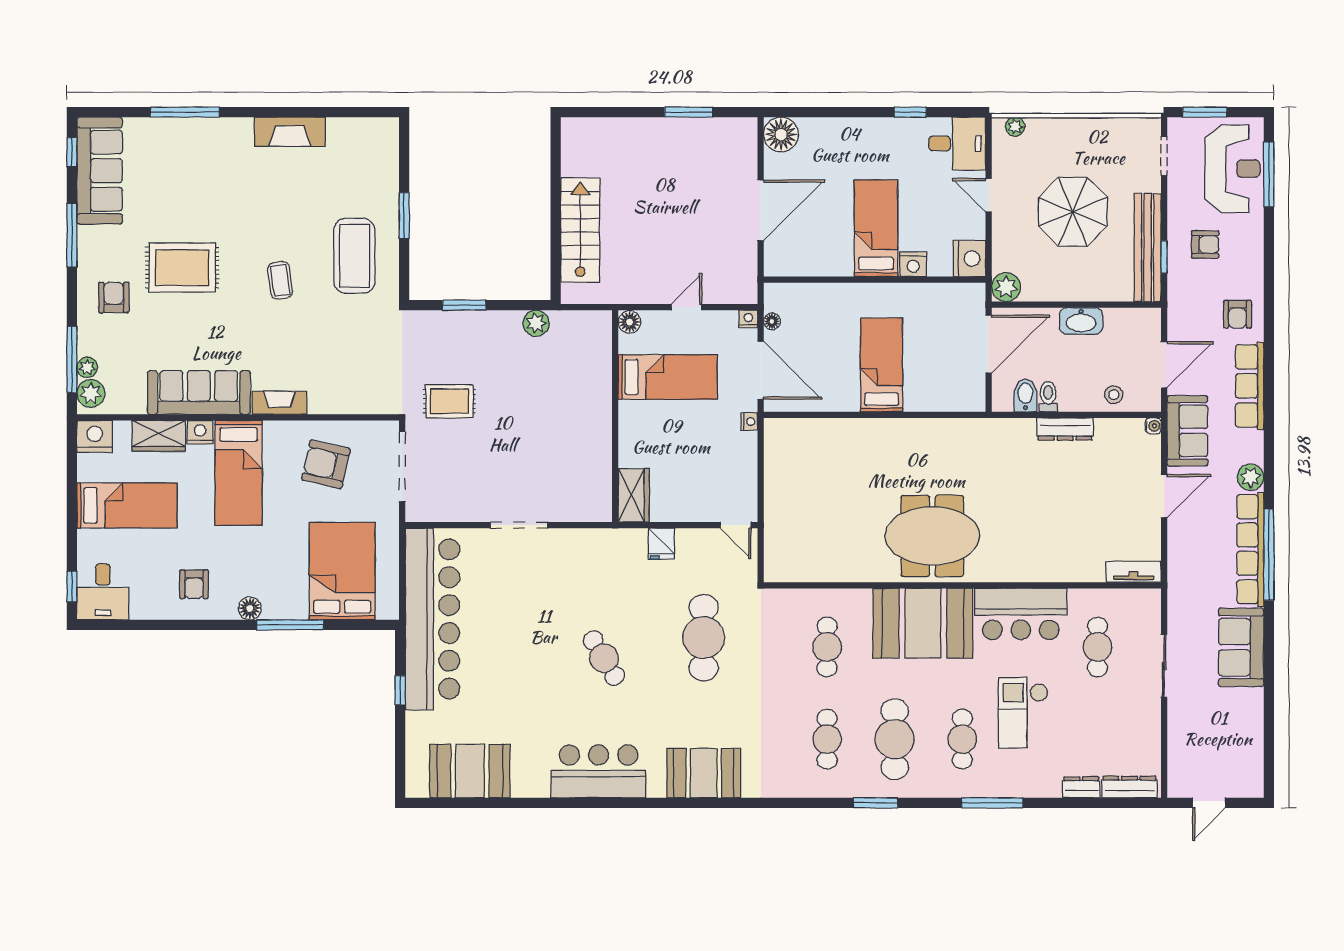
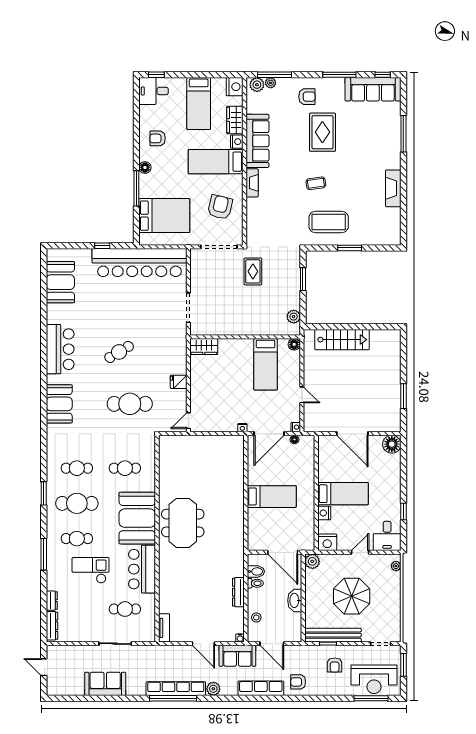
floor lamp: (629, 322) -> (294, 344), moved
bed: (668, 377) -> (265, 364), moved
wall: (615, 416) -> (245, 337), moved
wardrobe: (634, 495) -> (204, 347), moved
sofa: (1241, 647) -> (105, 684), moved

